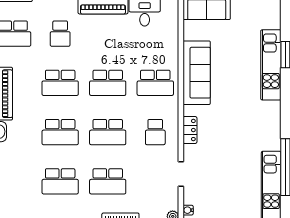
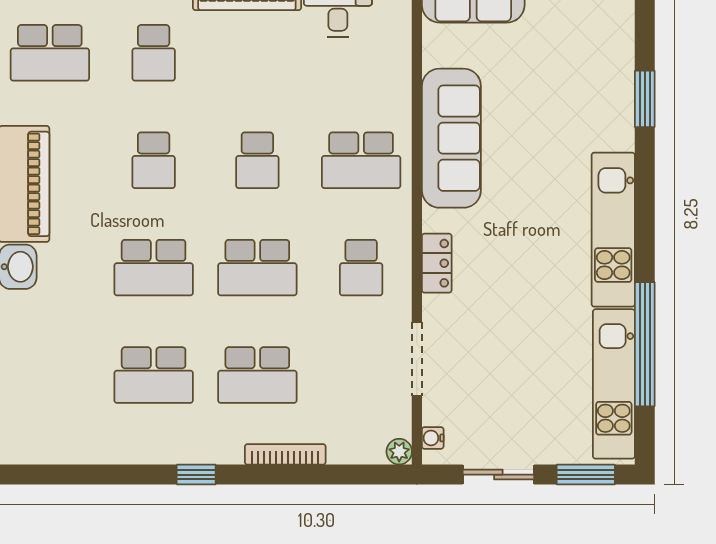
kitchen unit: (271, 65) -> (613, 230), moved
school desk: (60, 83) -> (154, 160), width x0.54
school desk: (108, 83) -> (257, 160), width x0.54
doorway: (181, 174) -> (417, 359), width x1.38

